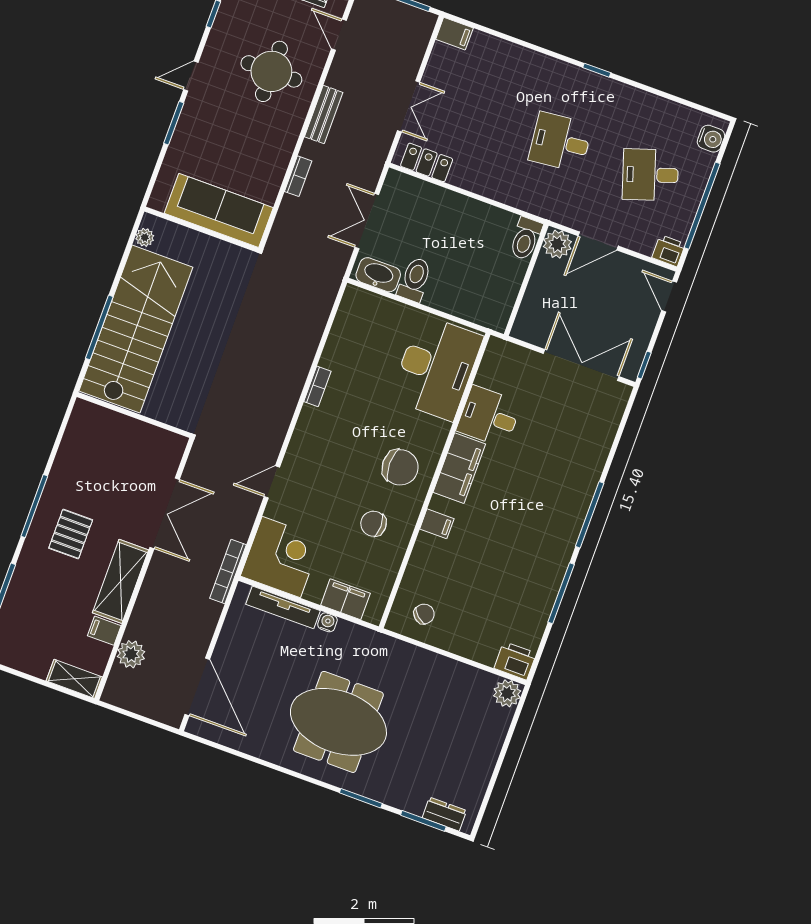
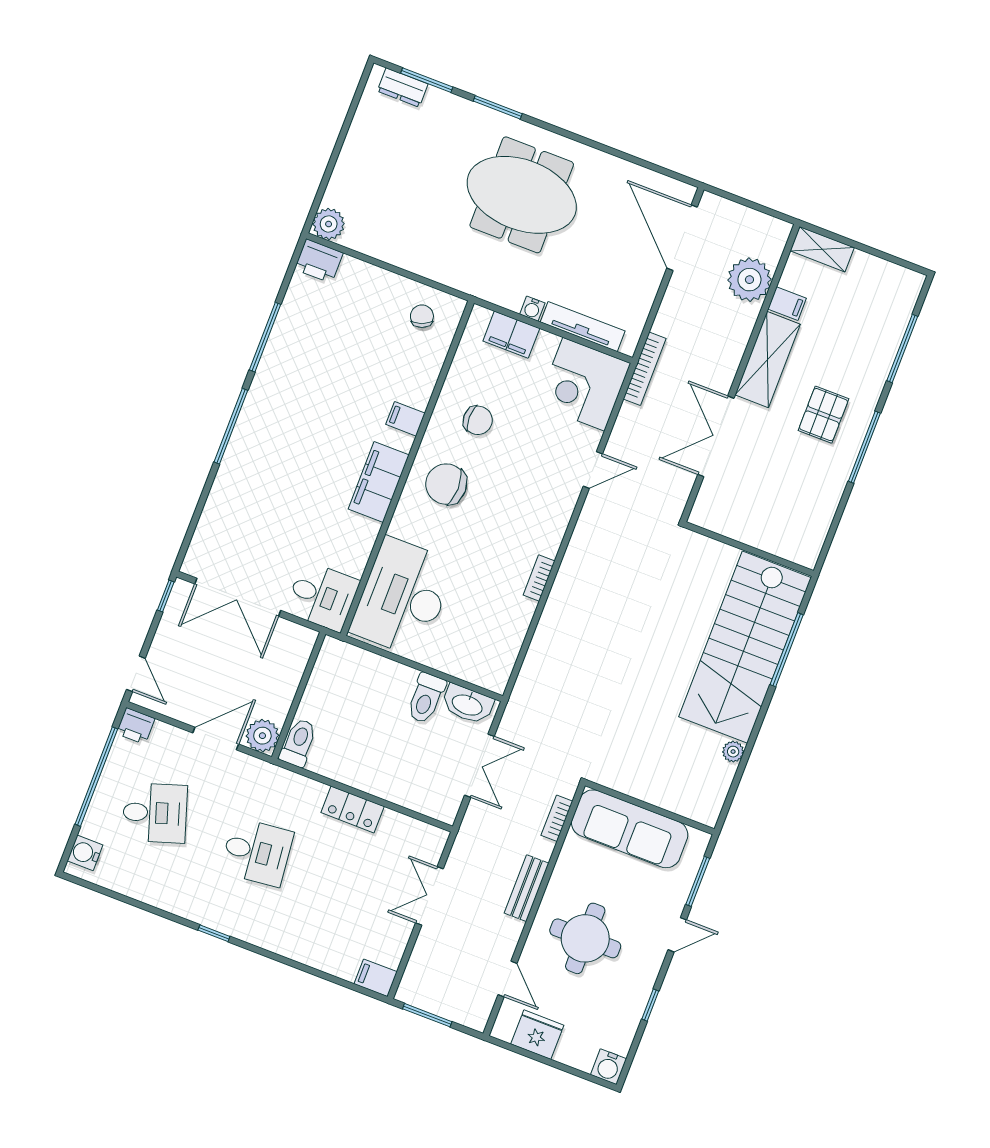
locker: (427, 162) -> (353, 809), moved
sofa: (219, 210) -> (630, 829), moved
wall: (201, 230) -> (650, 807), moved
desk: (489, 417) -> (322, 596), moved
chair: (424, 614) -> (422, 316), turned 118
plant: (131, 654) -> (749, 280), width x1.36, depth x1.36

